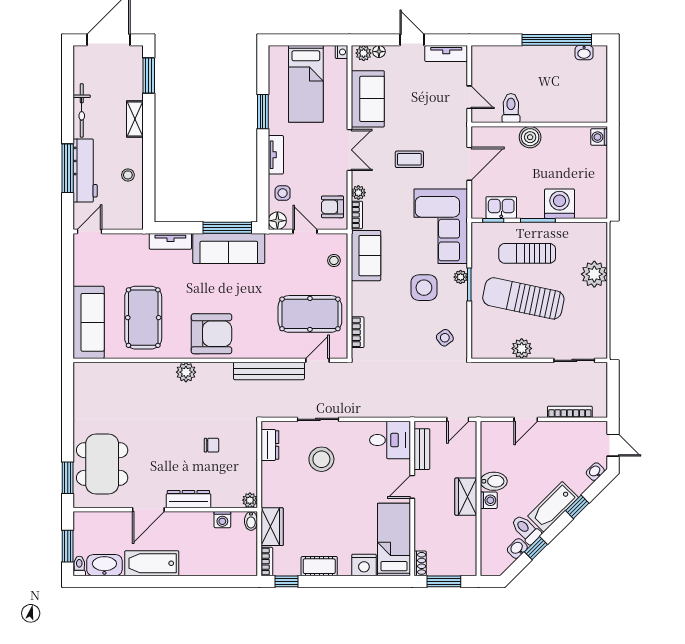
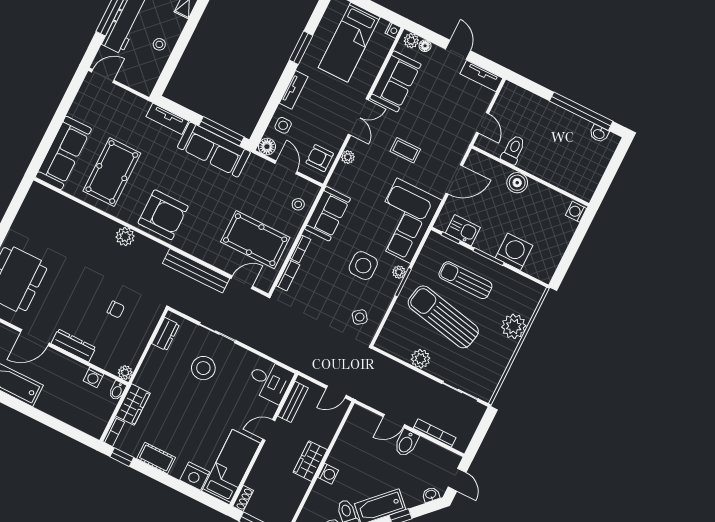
bookcase: (357, 215) -> (300, 249), moved
bidet: (494, 481) -> (406, 443), moved, turned 90

